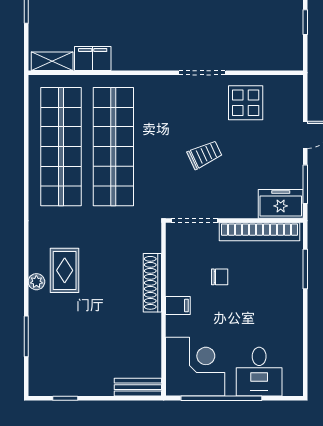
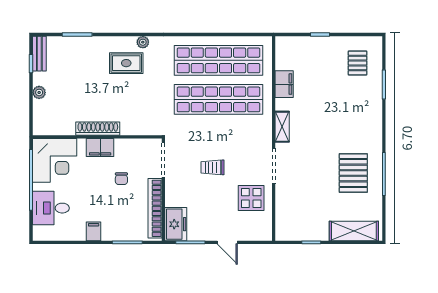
shelving: (52, 61) -> (282, 127), moved
trolley: (205, 155) -> (212, 167), turned 115
plant: (36, 282) -> (143, 42), moved
shoe rack: (152, 283) -> (98, 129), moved
filing cabinet: (178, 306) -> (100, 148), width x2.00
filing cabinet: (290, 314) -> (94, 231), added
plant: (104, 387) -> (39, 92), added
bench: (138, 387) -> (39, 54), moved

